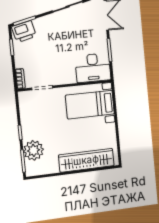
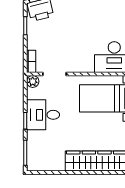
desk: (36, 125) -> (43, 115), added
plant: (33, 150) -> (33, 81), moved, width x0.53, depth x0.53

